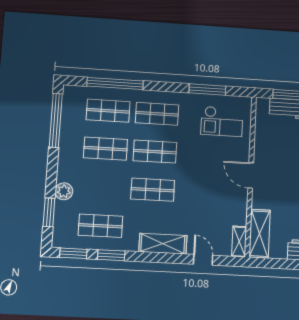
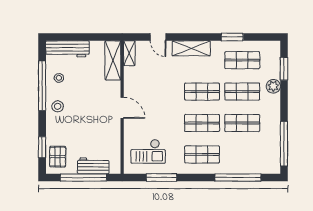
shop shelf: (108, 111) -> (242, 92), moved
checkout: (222, 121) -> (148, 151), turned 180
window: (73, 253) -> (262, 37), removed

